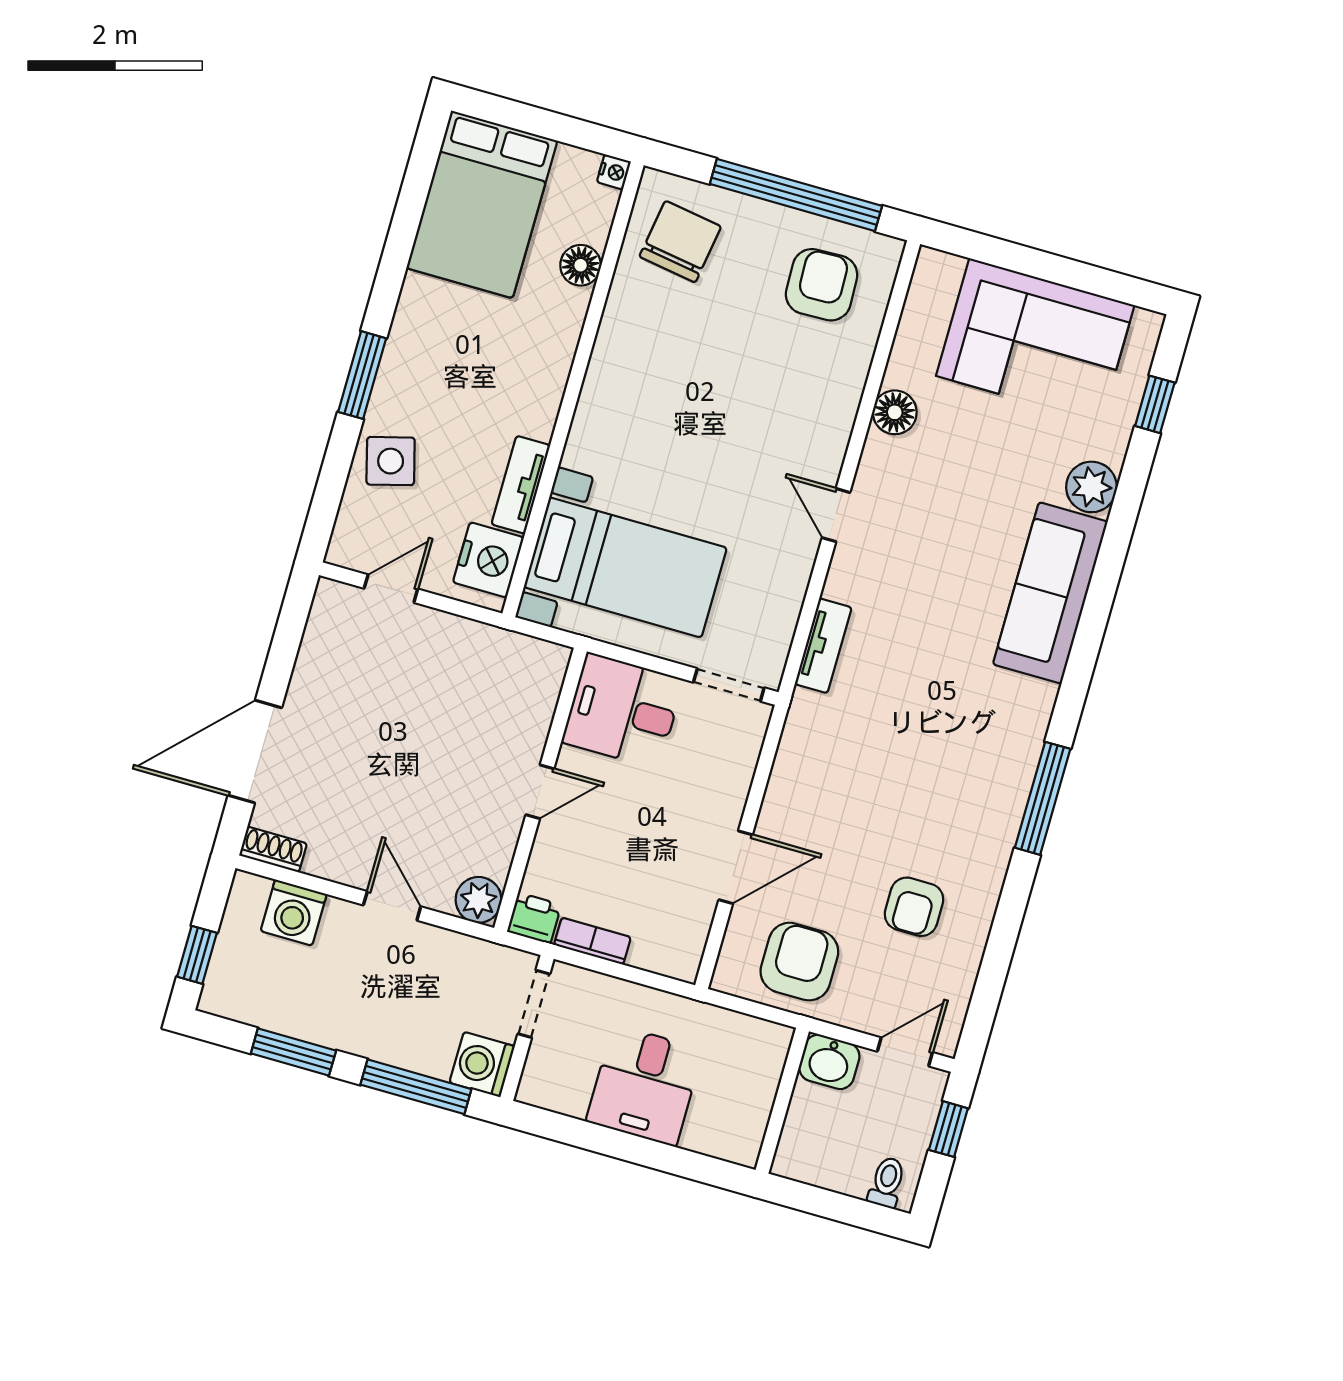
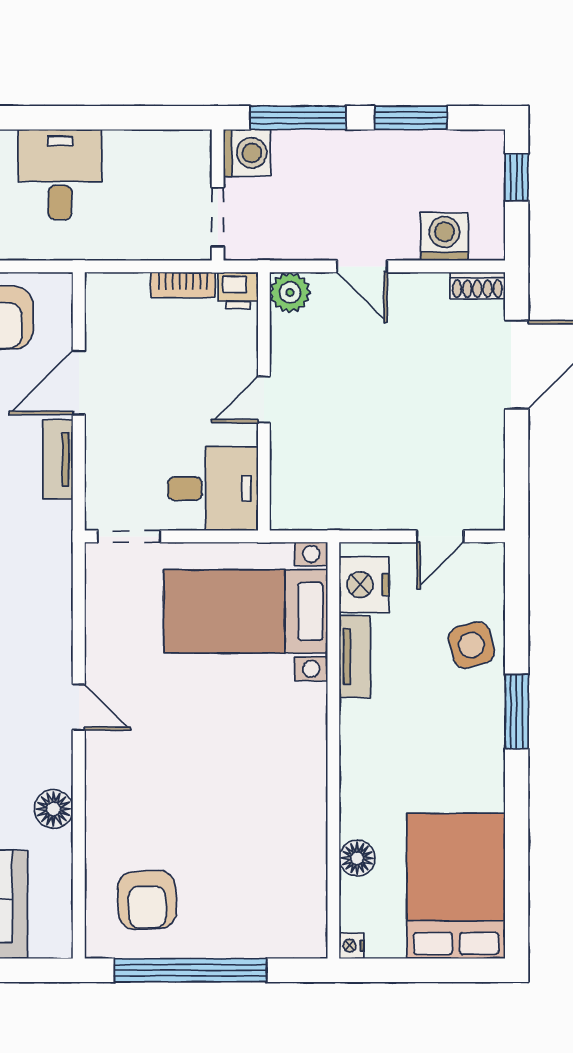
chair: (680, 242) -> (278, 902), removed
tv unit: (823, 646) -> (58, 459), moved
desk: (645, 1085) -> (60, 175), moved

